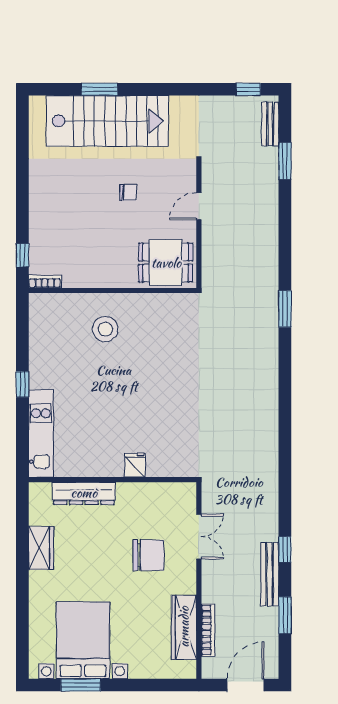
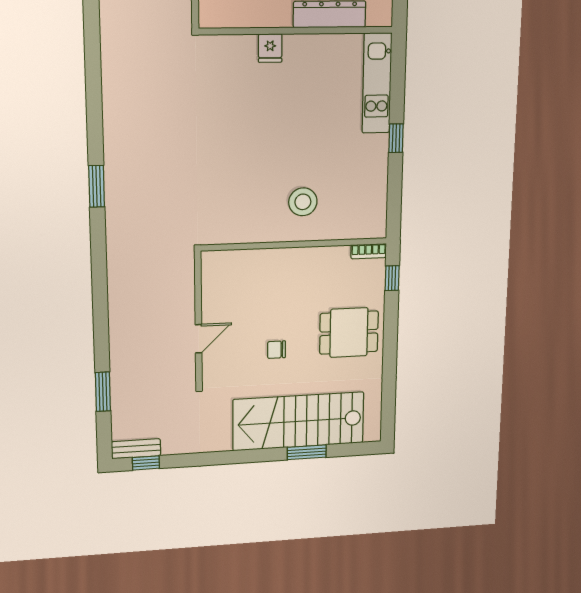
bench: (270, 124) -> (136, 449), moved, turned 90
dining table: (166, 263) -> (349, 333), moved
window: (285, 309) -> (97, 186), moved

